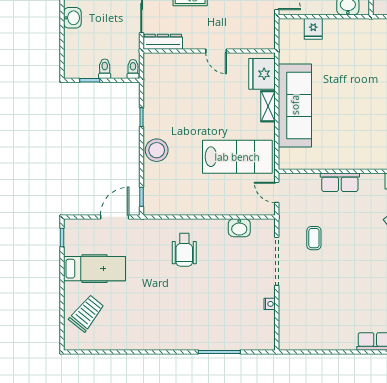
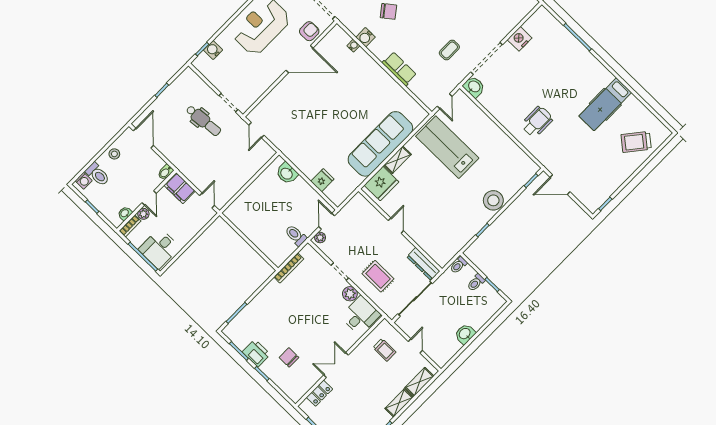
washbasin: (239, 228) -> (474, 87), moved
hospital bed: (94, 269) -> (605, 104), moved, turned -90
nightstand: (270, 304) -> (520, 39), width x1.89, depth x1.79

